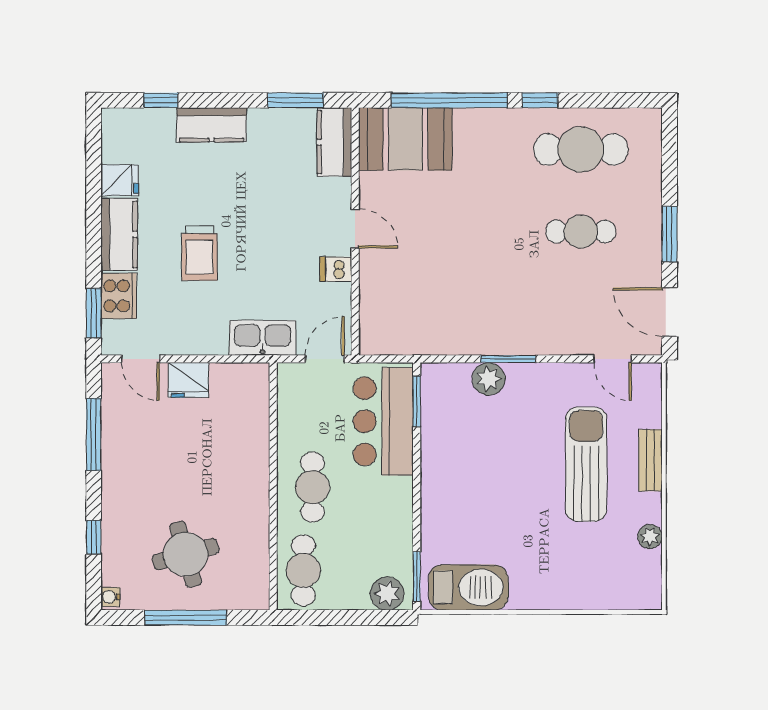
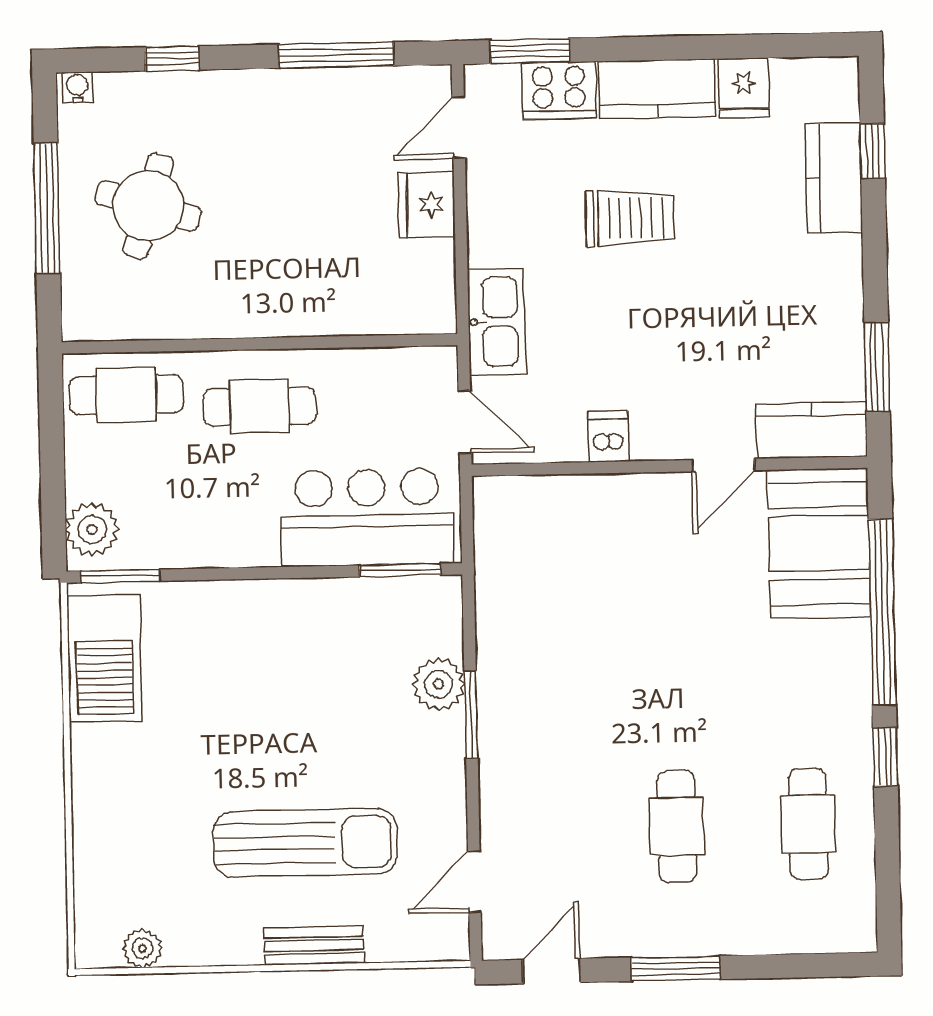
kitchen counter: (212, 125) -> (834, 178), moved
cafe table: (581, 149) -> (808, 824), width x0.73, depth x0.74
door: (355, 229) -> (723, 465), moved
trolley: (199, 253) -> (630, 218), turned 180
door: (669, 312) -> (551, 971), width x0.73
plant: (650, 537) -> (142, 948), moved
round table: (186, 554) -> (148, 206), turned 33

